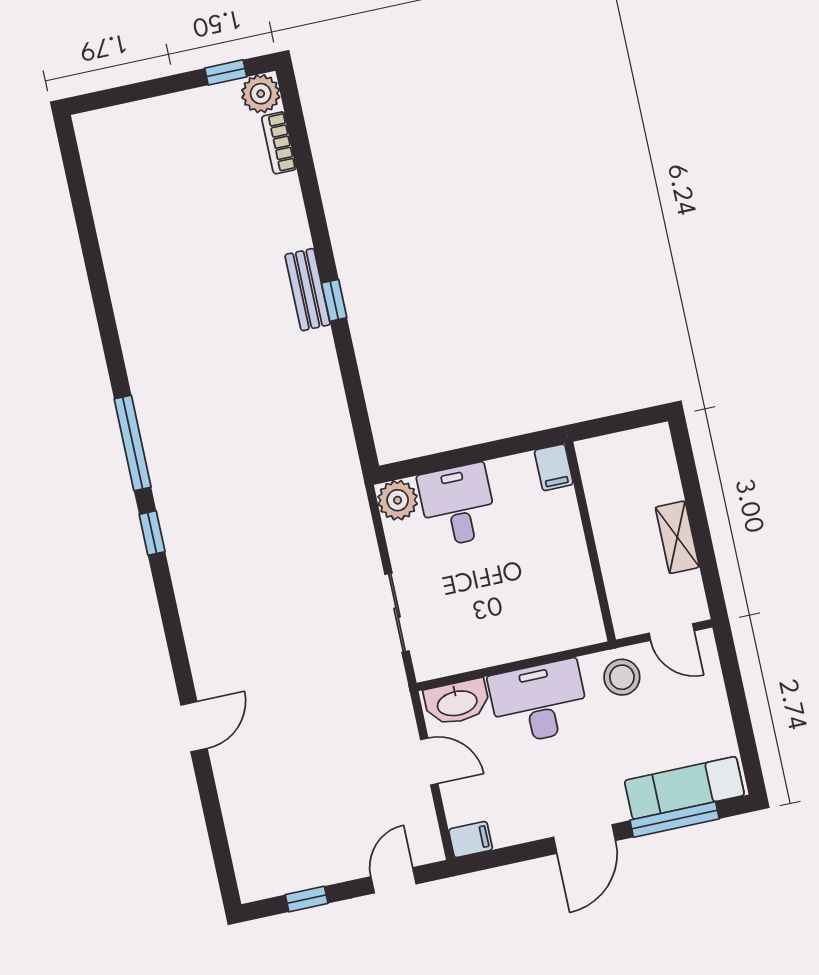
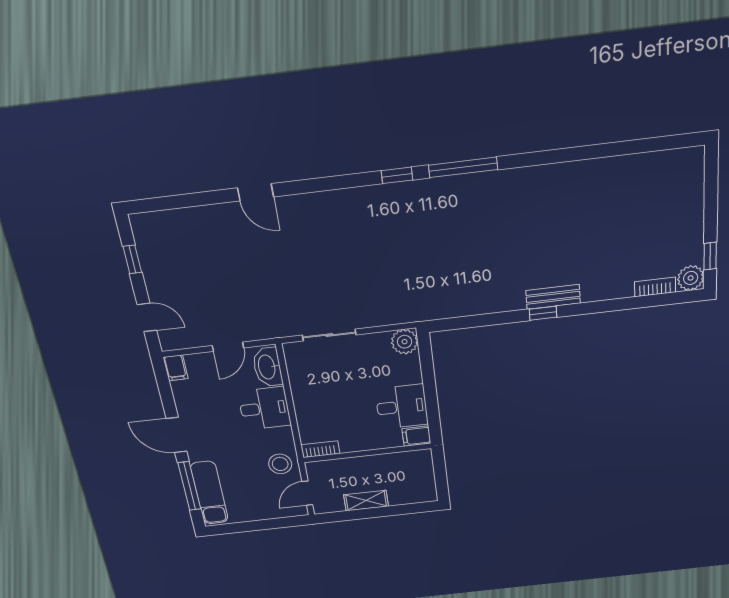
desk: (458, 505) -> (402, 407), moved
bookcase: (590, 615) -> (320, 449), added
desk: (539, 702) -> (264, 408), width x0.73

